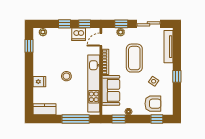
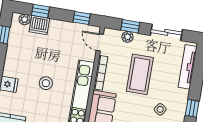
window: (65, 24) -> (40, 11), moved
dishwasher: (79, 34) -> (39, 25), moved
door: (101, 40) -> (100, 42), hinge flipped

